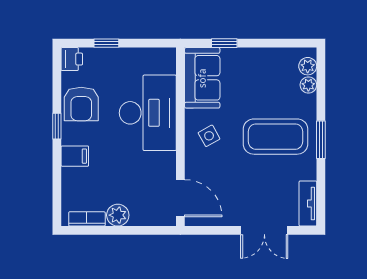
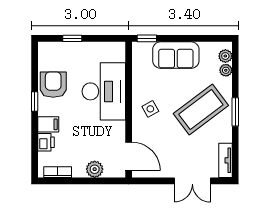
window: (224, 43) -> (147, 38), moved
printer: (72, 59) -> (46, 142), moved
sofa: (202, 78) -> (176, 55), moved, turned 90
armchair: (81, 104) -> (53, 85), turned 180
coffee table: (276, 137) -> (201, 109), turned -37
plant: (118, 215) -> (95, 169), moved

